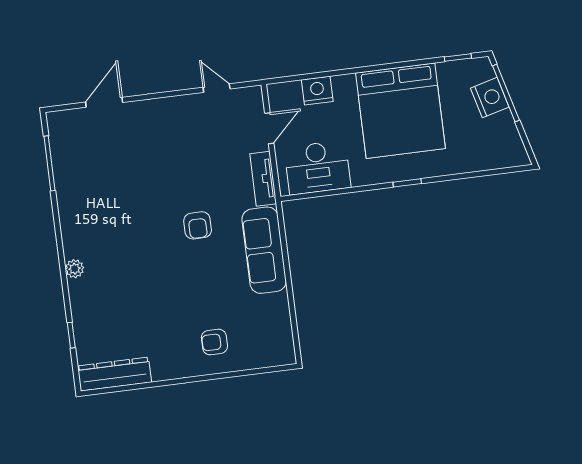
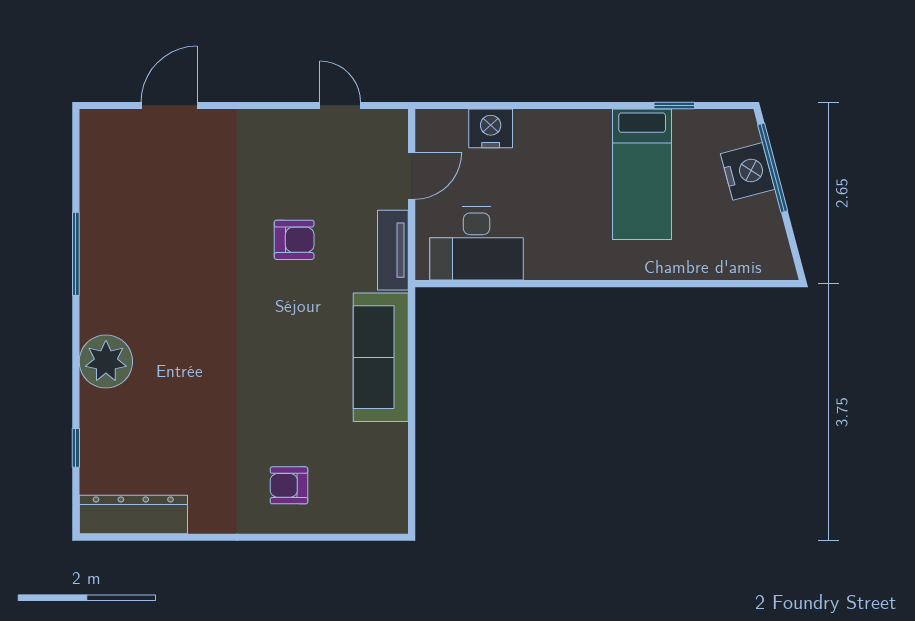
window: (458, 58) -> (674, 105), moved
bed: (400, 111) -> (642, 174), width x0.49
window: (49, 163) -> (76, 254), moved
window: (407, 183) -> (608, 284), removed
armchair: (198, 225) -> (294, 240), moved, turned -90
plant: (75, 269) -> (106, 362), width x1.88, depth x1.88

